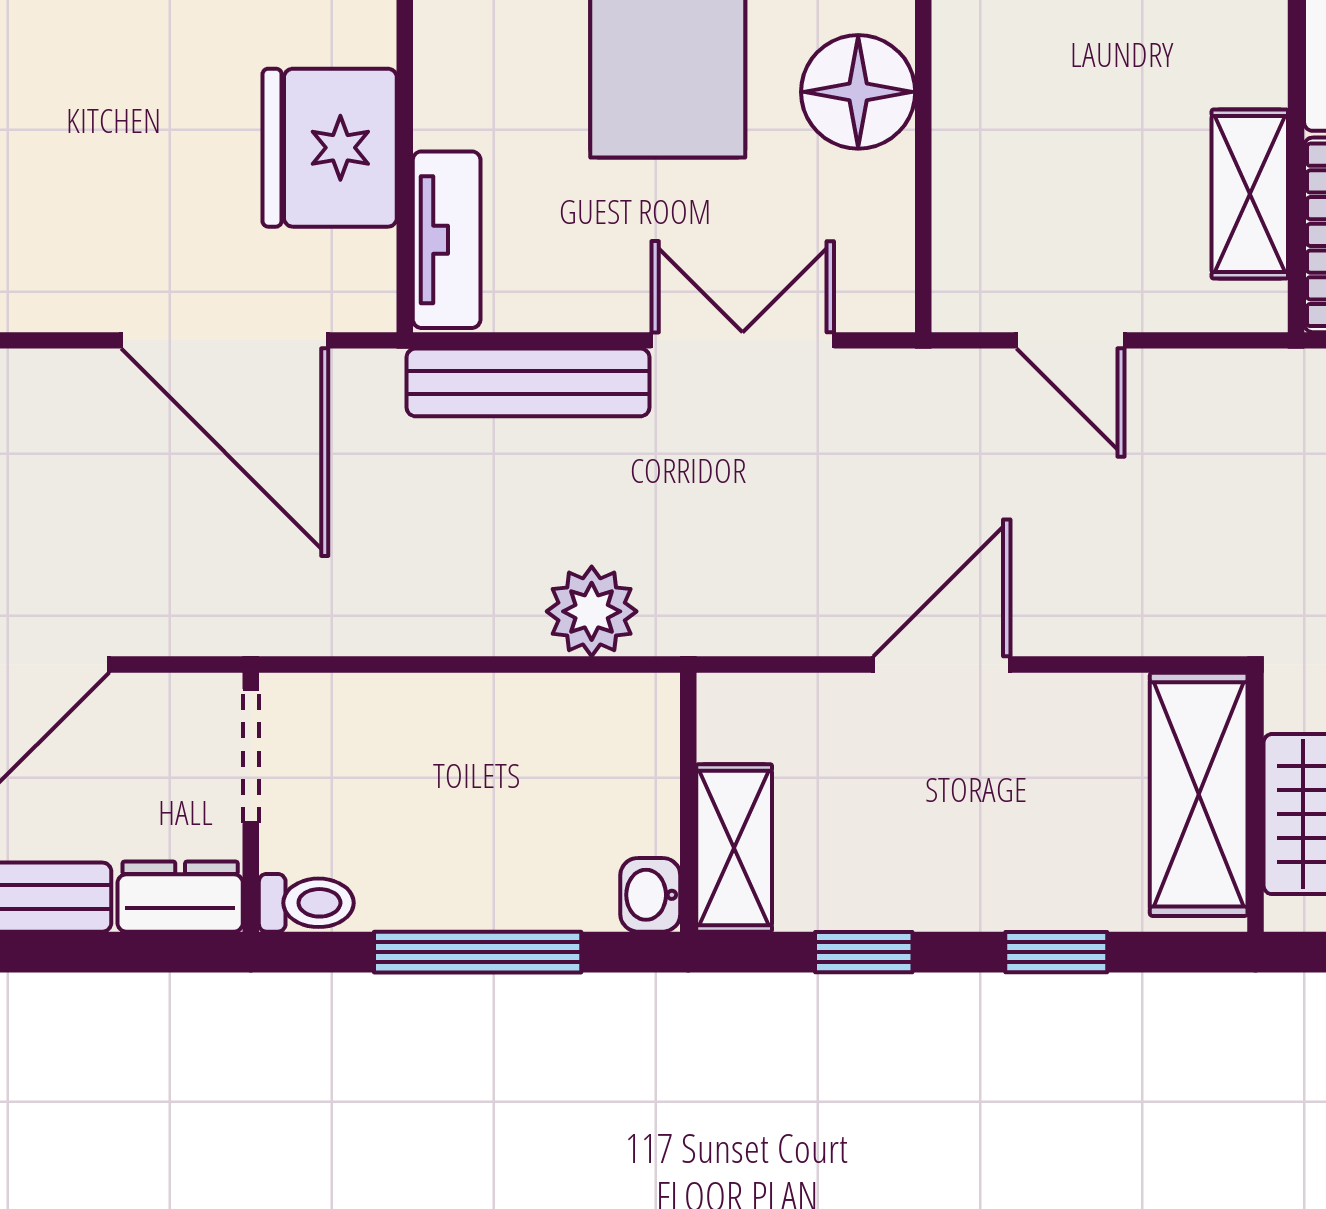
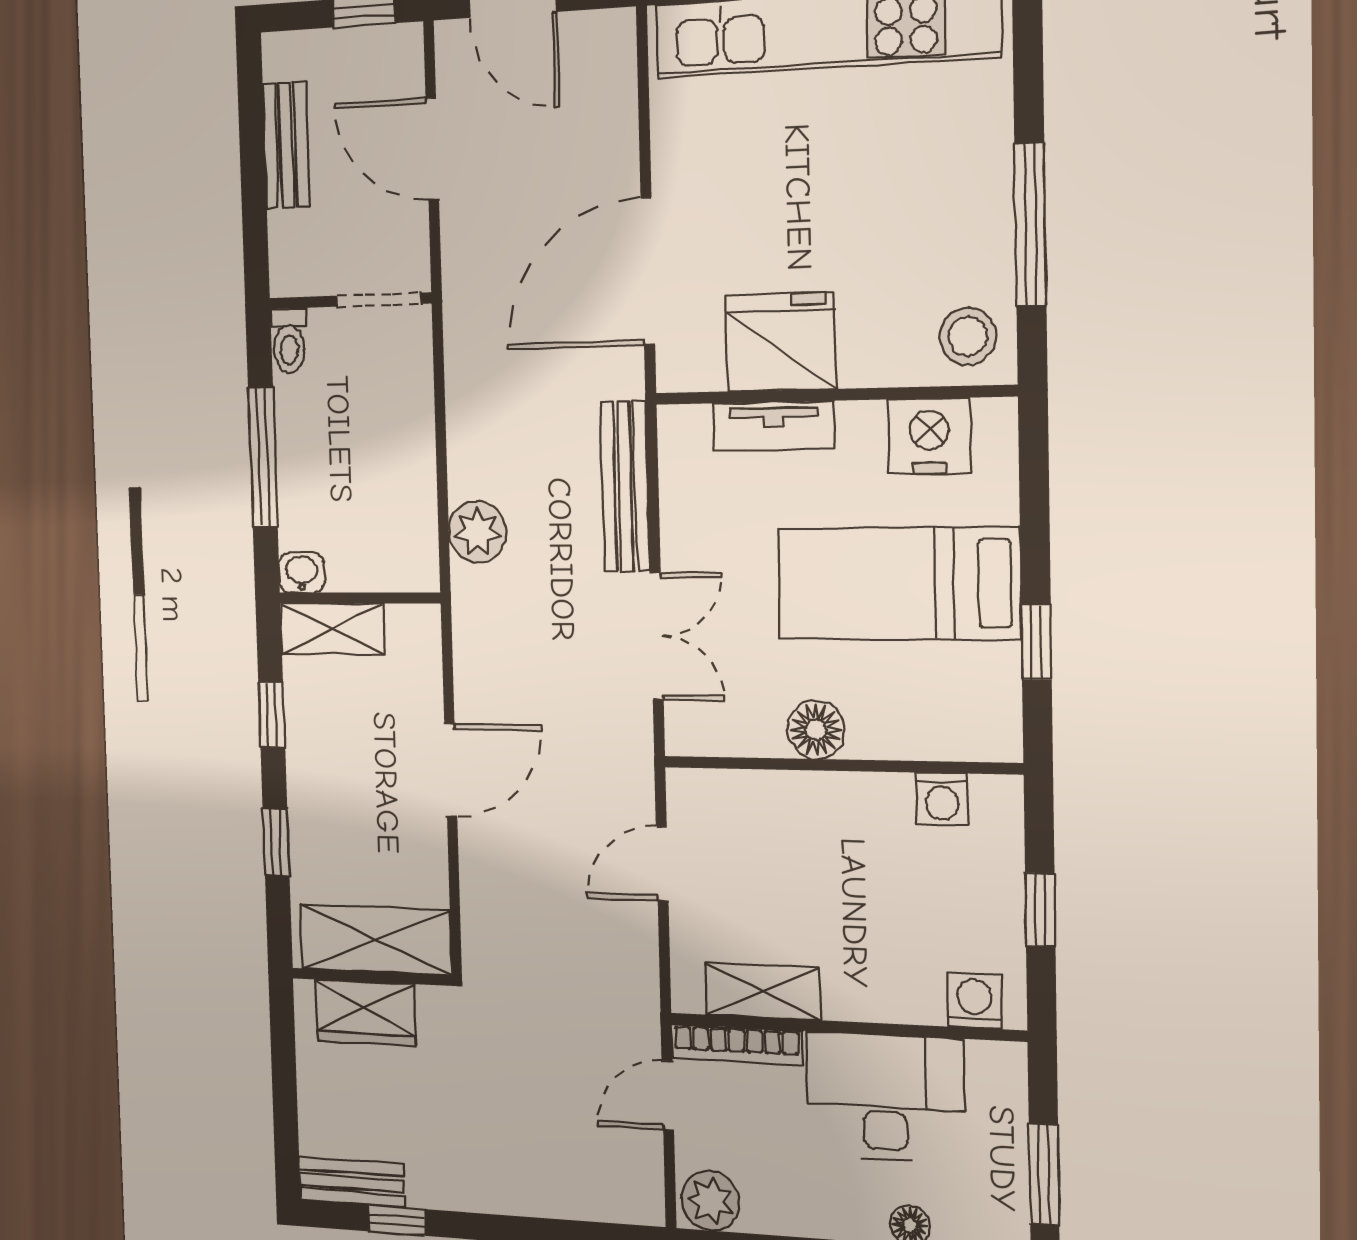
floor lamp: (858, 92) -> (816, 730), width x0.73, depth x0.73
tv unit: (447, 240) -> (773, 426), moved
door: (942, 664) -> (451, 770), hinge flipped
dresser: (180, 897) -> (290, 255), removed

